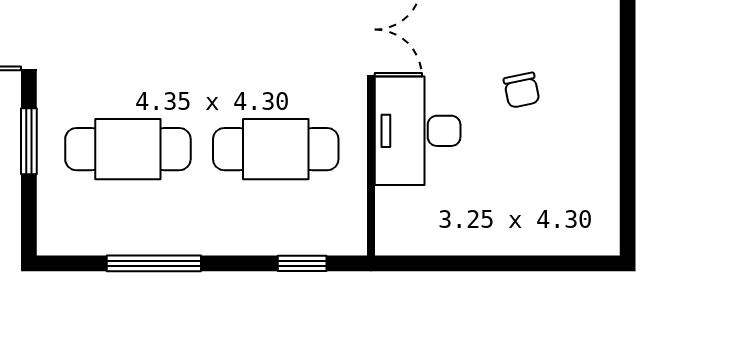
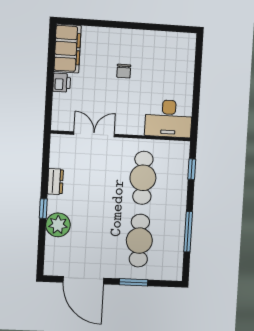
chair: (522, 90) -> (124, 71), turned 102
desk: (418, 131) -> (168, 119), moved

